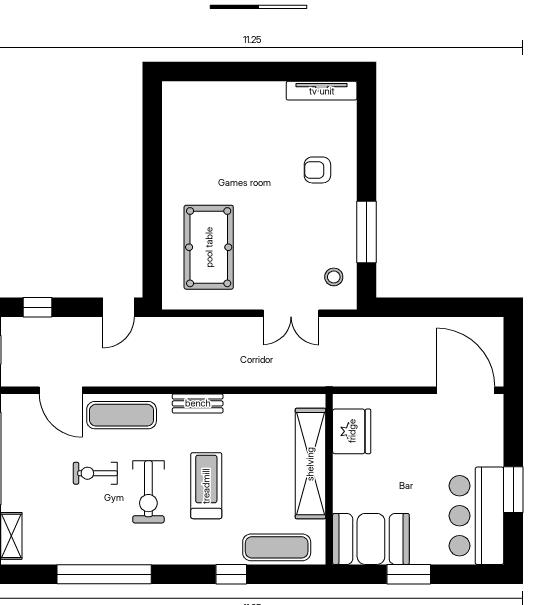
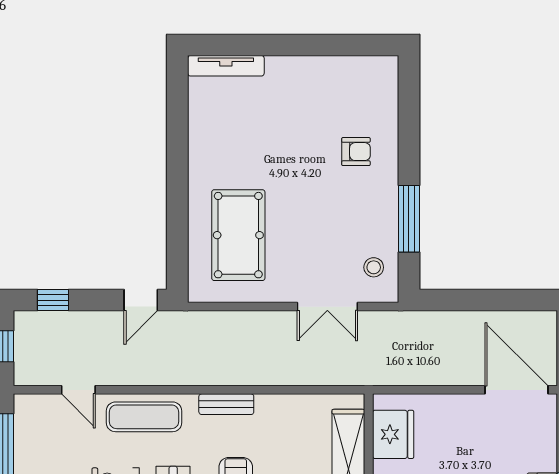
tv unit: (322, 91) -> (226, 66), moved
armchair: (317, 170) -> (356, 152), turned 180
door: (61, 390) -> (78, 390), width x0.73

